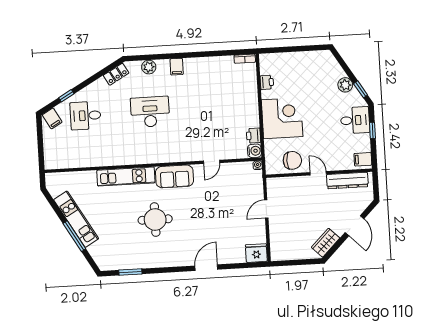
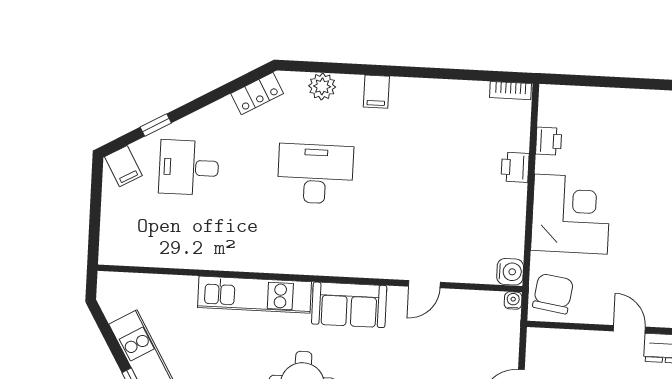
printer: (253, 136) -> (515, 167), moved
chair: (292, 160) -> (553, 294), moved, turned -81

